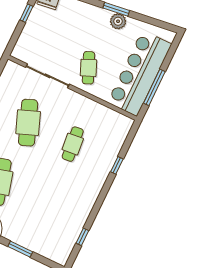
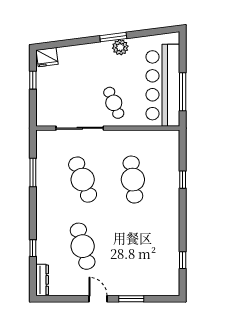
cafe table: (73, 144) -> (133, 180), width x1.37, depth x1.35

